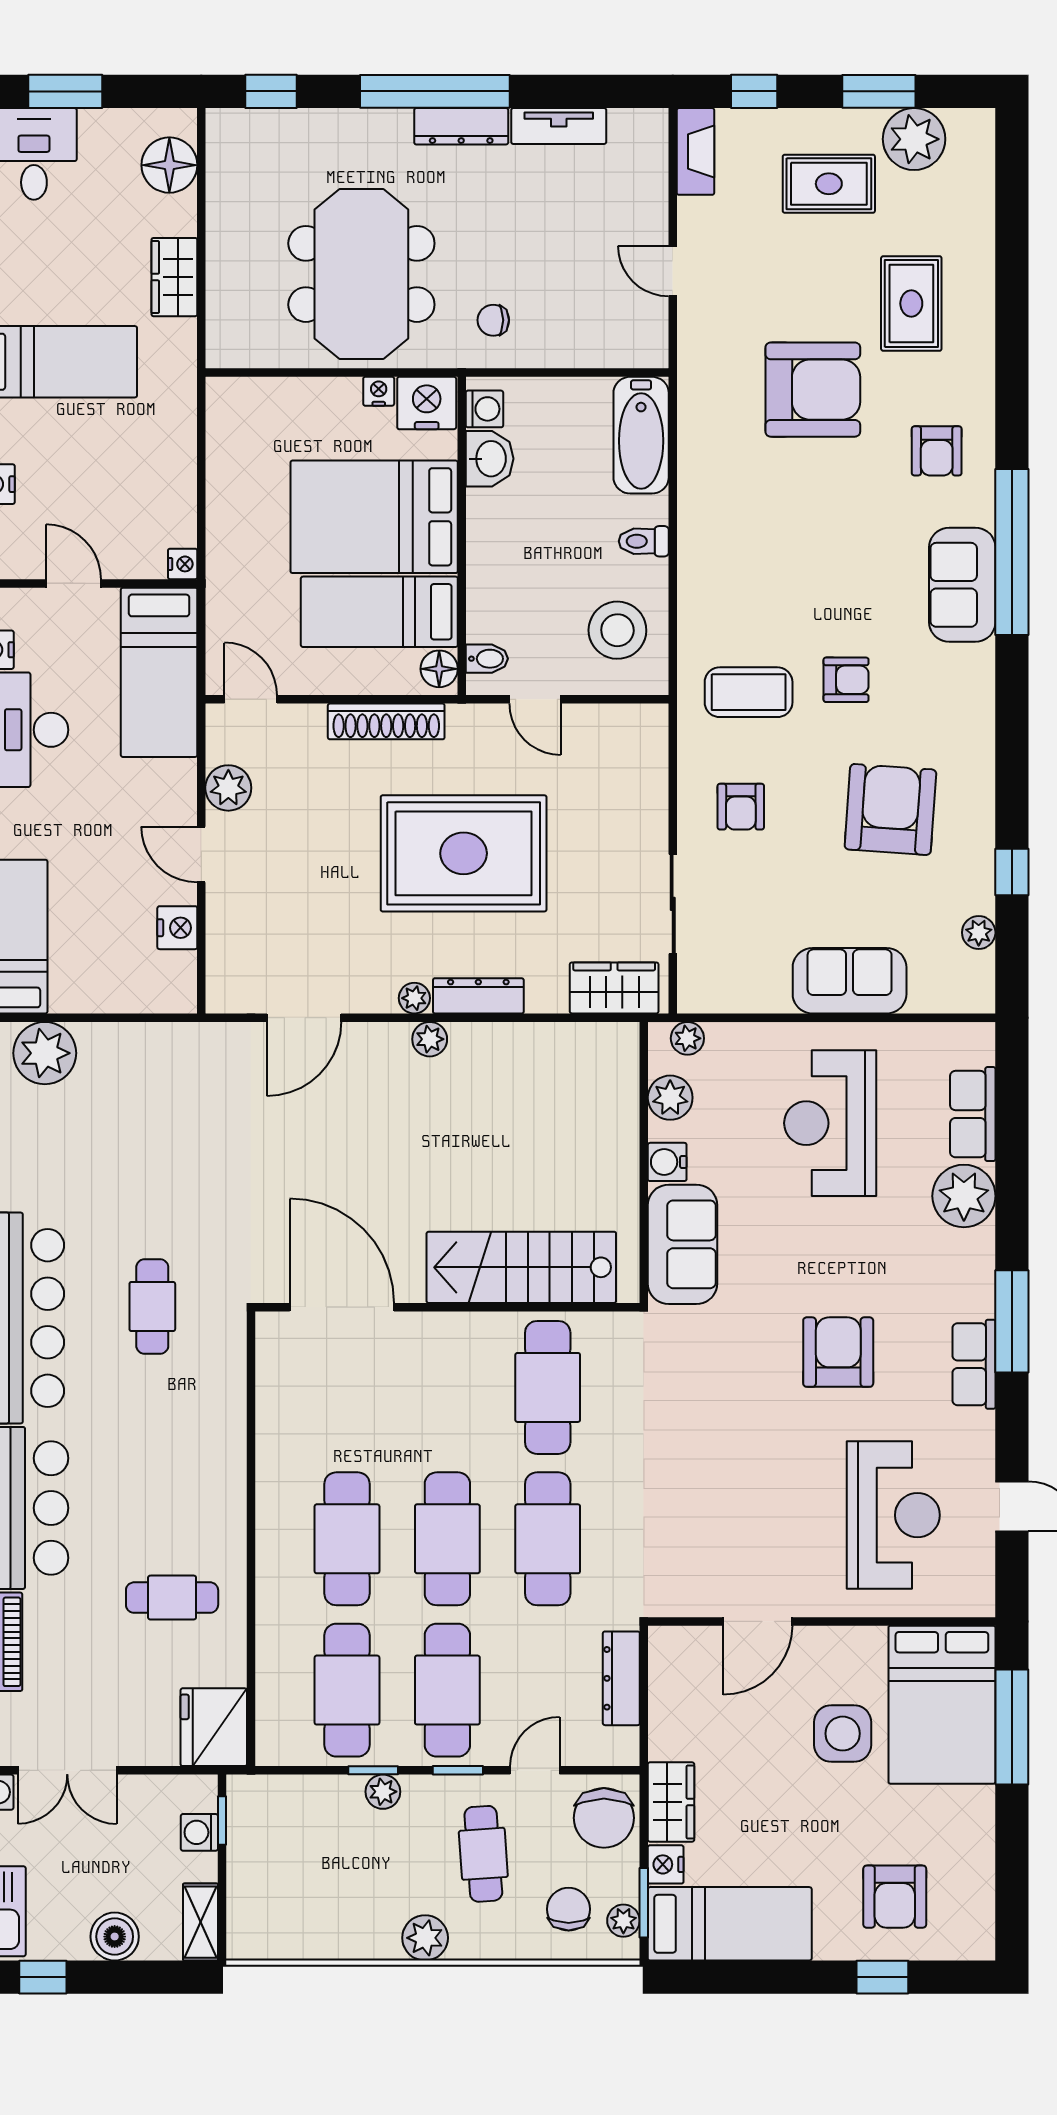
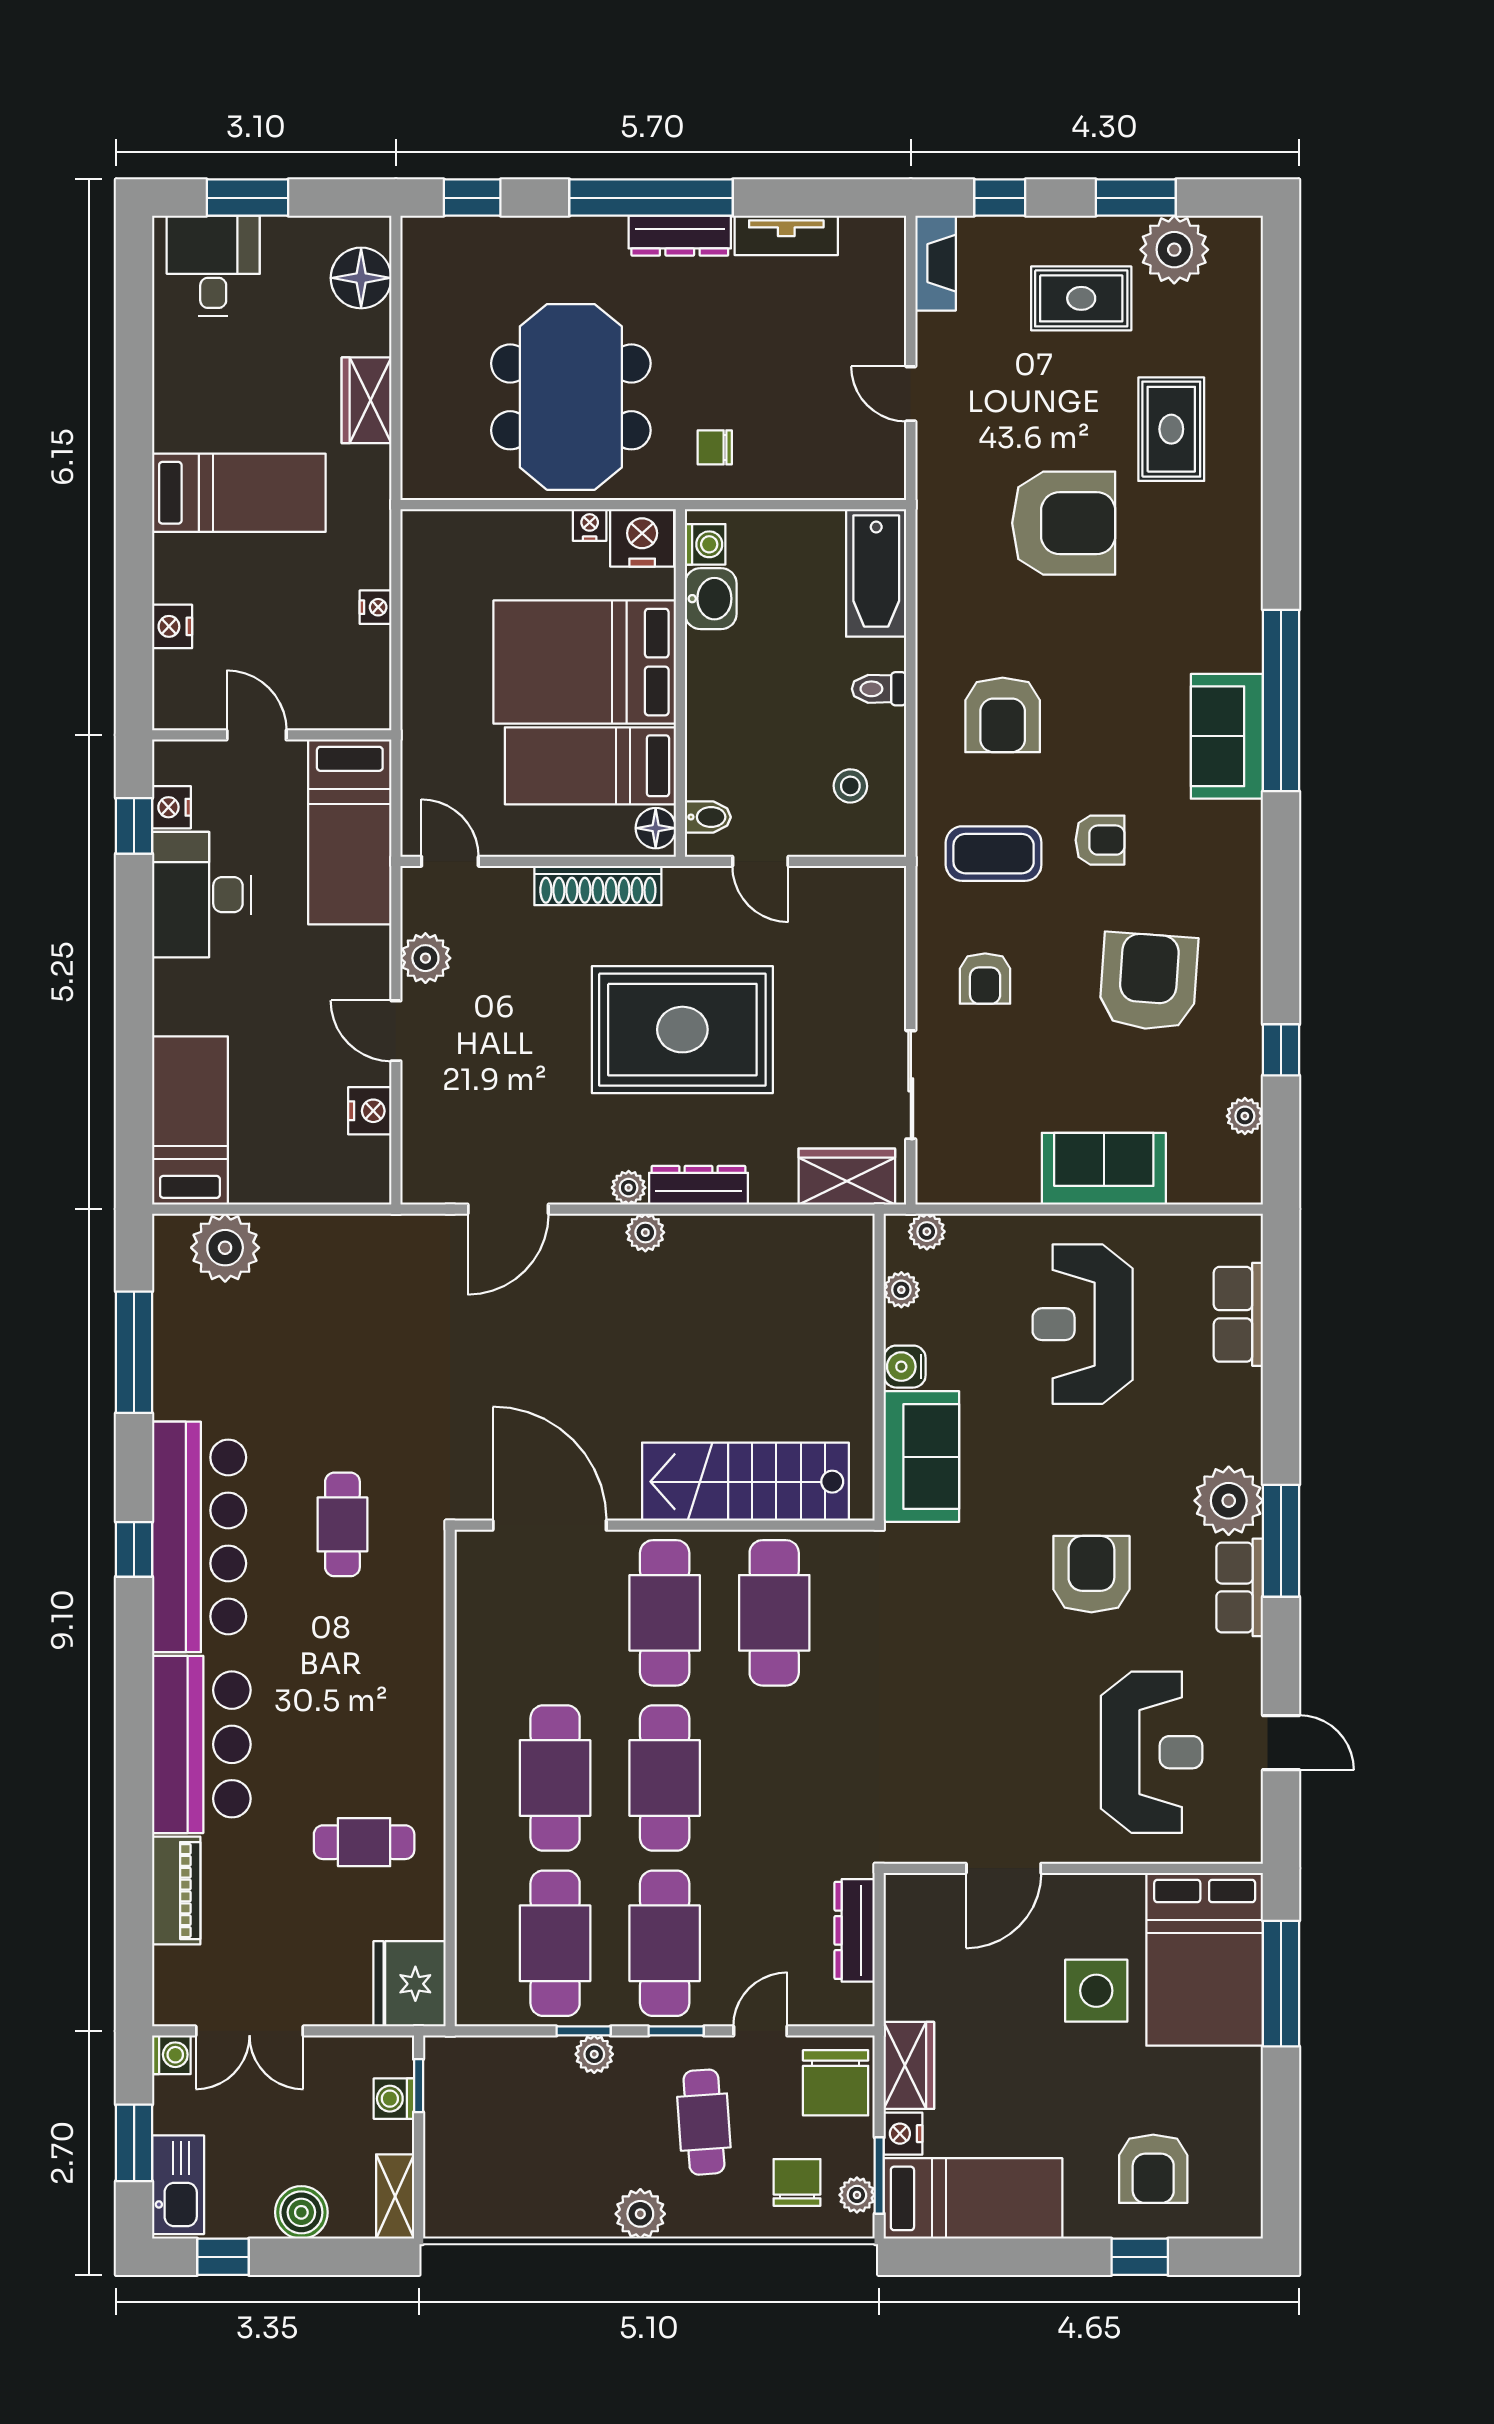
armchair: (937, 451) -> (1003, 715), moved, width x1.38, depth x1.38
nightstand: (183, 564) -> (376, 607), moved
stool: (617, 630) -> (850, 786), width x0.53, depth x0.53
plant: (670, 1098) -> (901, 1290), width x0.73, depth x0.73
plant: (964, 1196) -> (1229, 1501), moved
cafe table: (548, 1539) -> (665, 1613), moved

